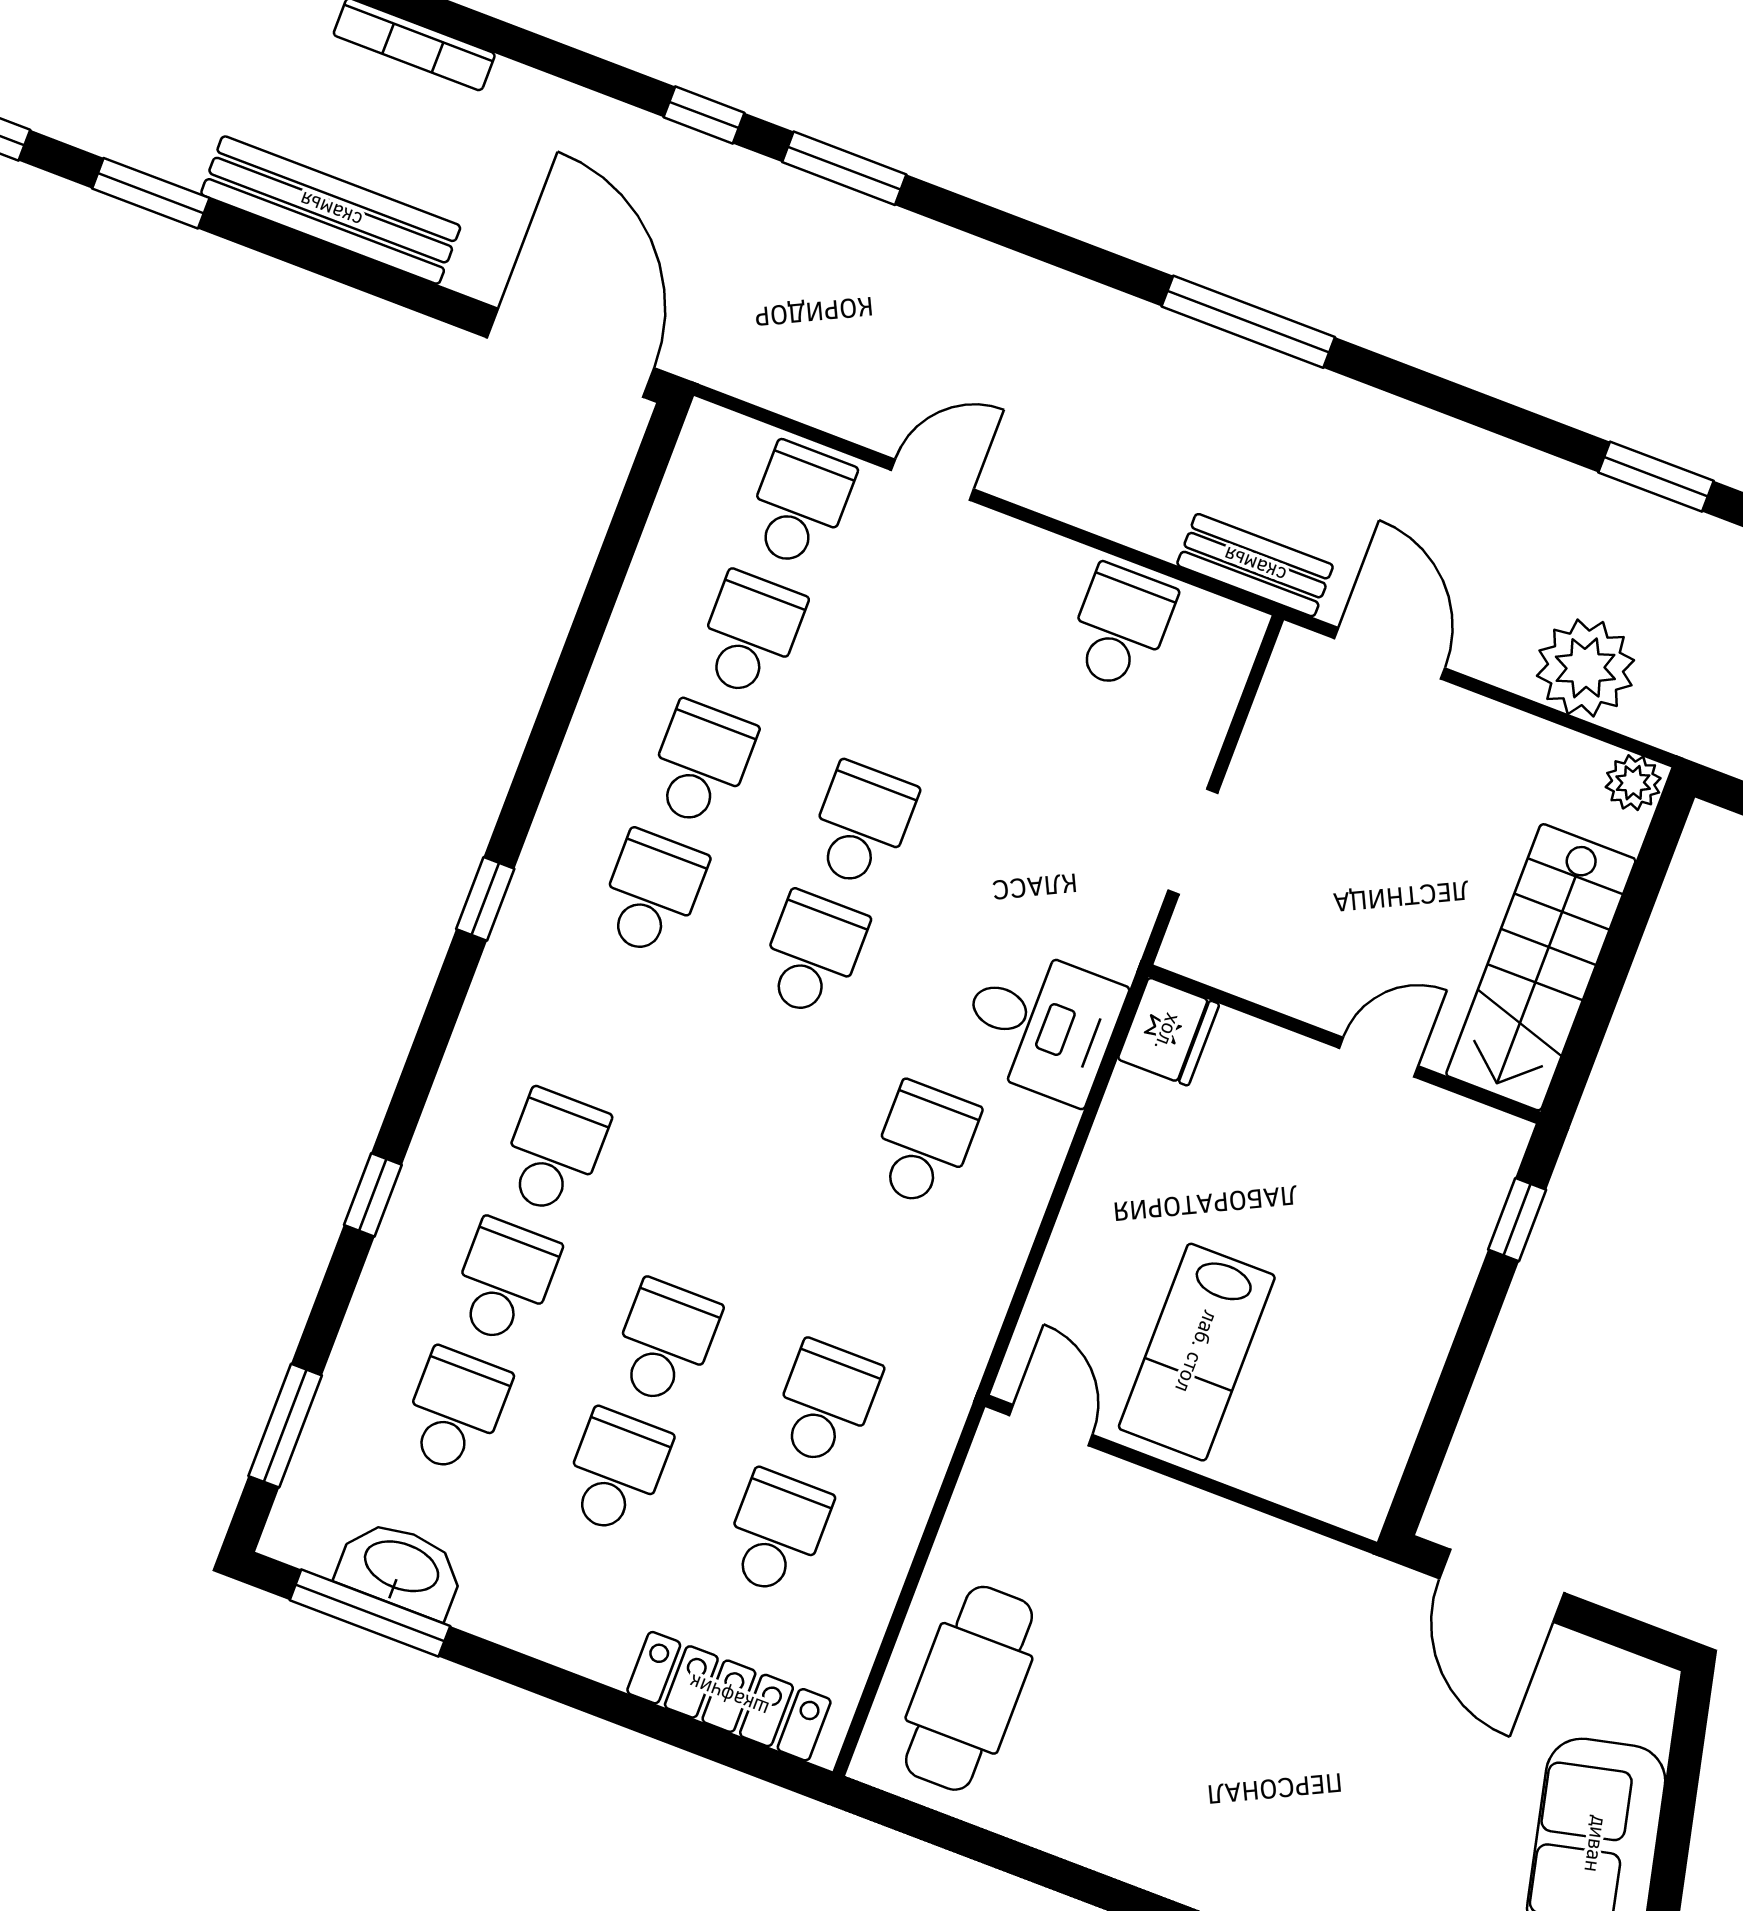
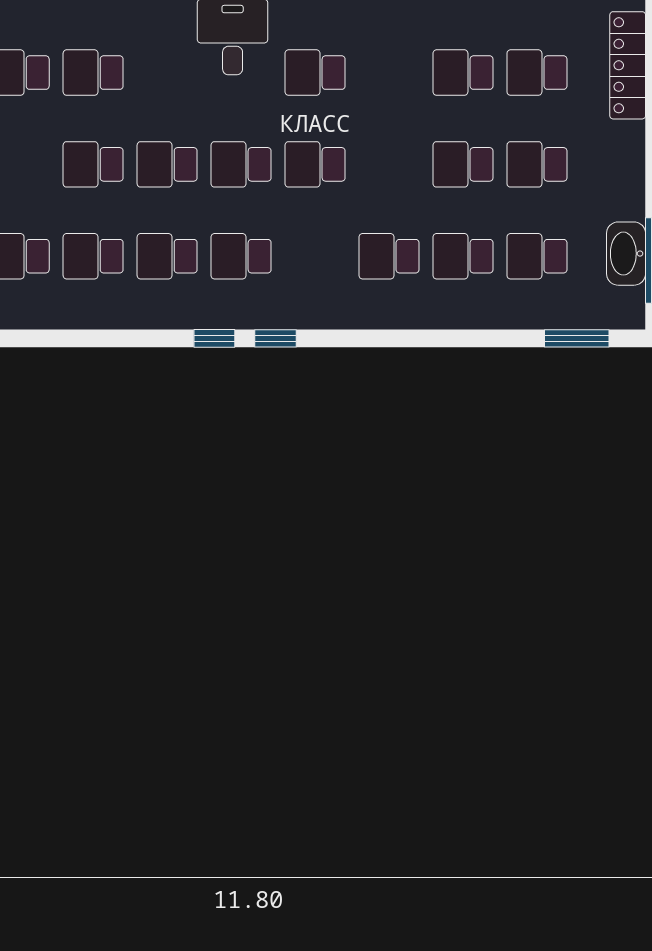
school desk: (911, 695) -> (93, 164), added
school desk: (1071, 757) -> (93, 73), added
school desk: (763, 1084) -> (315, 164), added
window: (373, 1195) -> (214, 338), moved

